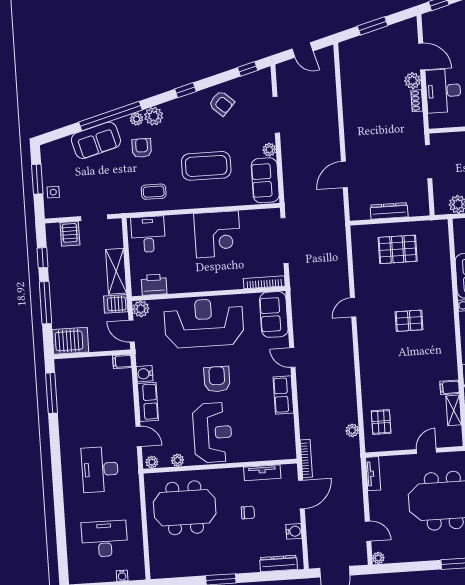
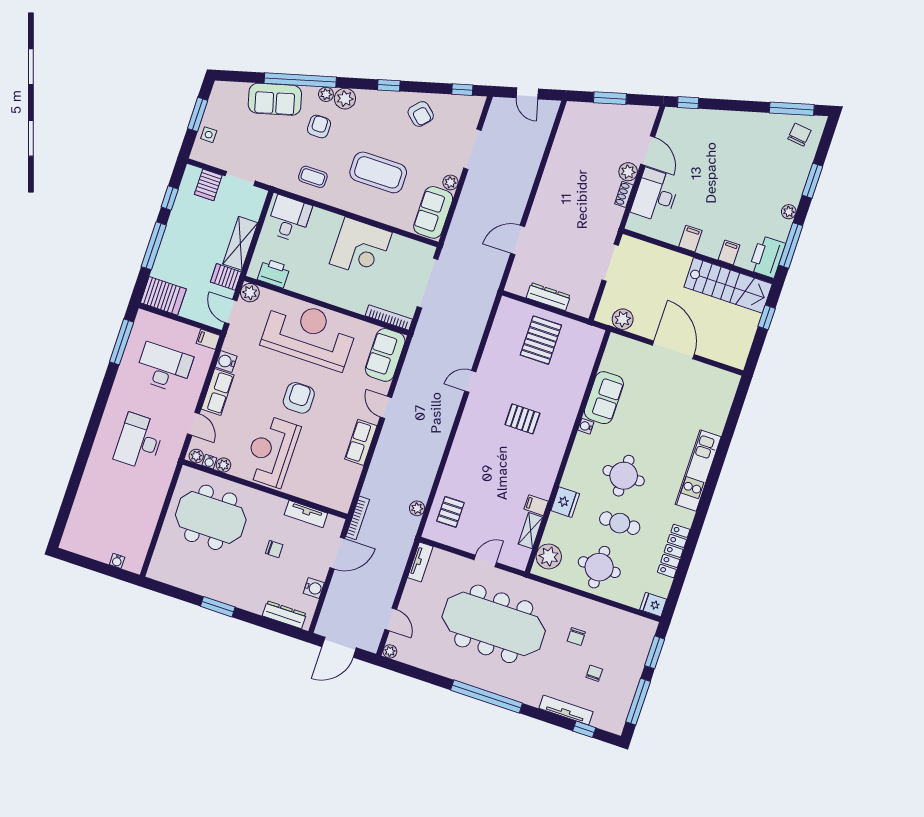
pallet: (398, 249) -> (541, 340), turned 90
reception desk: (212, 433) -> (271, 451), turned 180
water cooler: (165, 462) -> (209, 462), added
desk: (104, 539) -> (164, 368), moved

